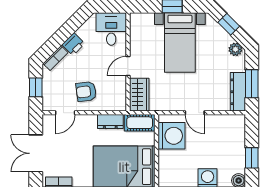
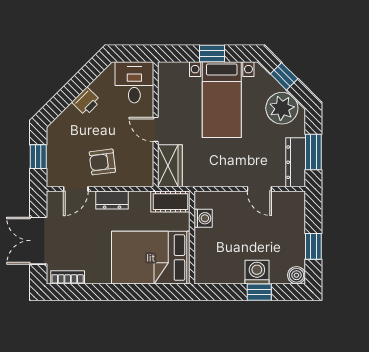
plant: (235, 49) -> (282, 108), width x1.87, depth x1.87
bookcase: (55, 58) -> (63, 119), removed
door: (128, 66) -> (156, 129), hinge flipped
door: (195, 113) -> (259, 189), moved
dresser: (110, 122) -> (112, 200), moved
washing machine: (172, 136) -> (203, 218), width x0.53, depth x0.53

